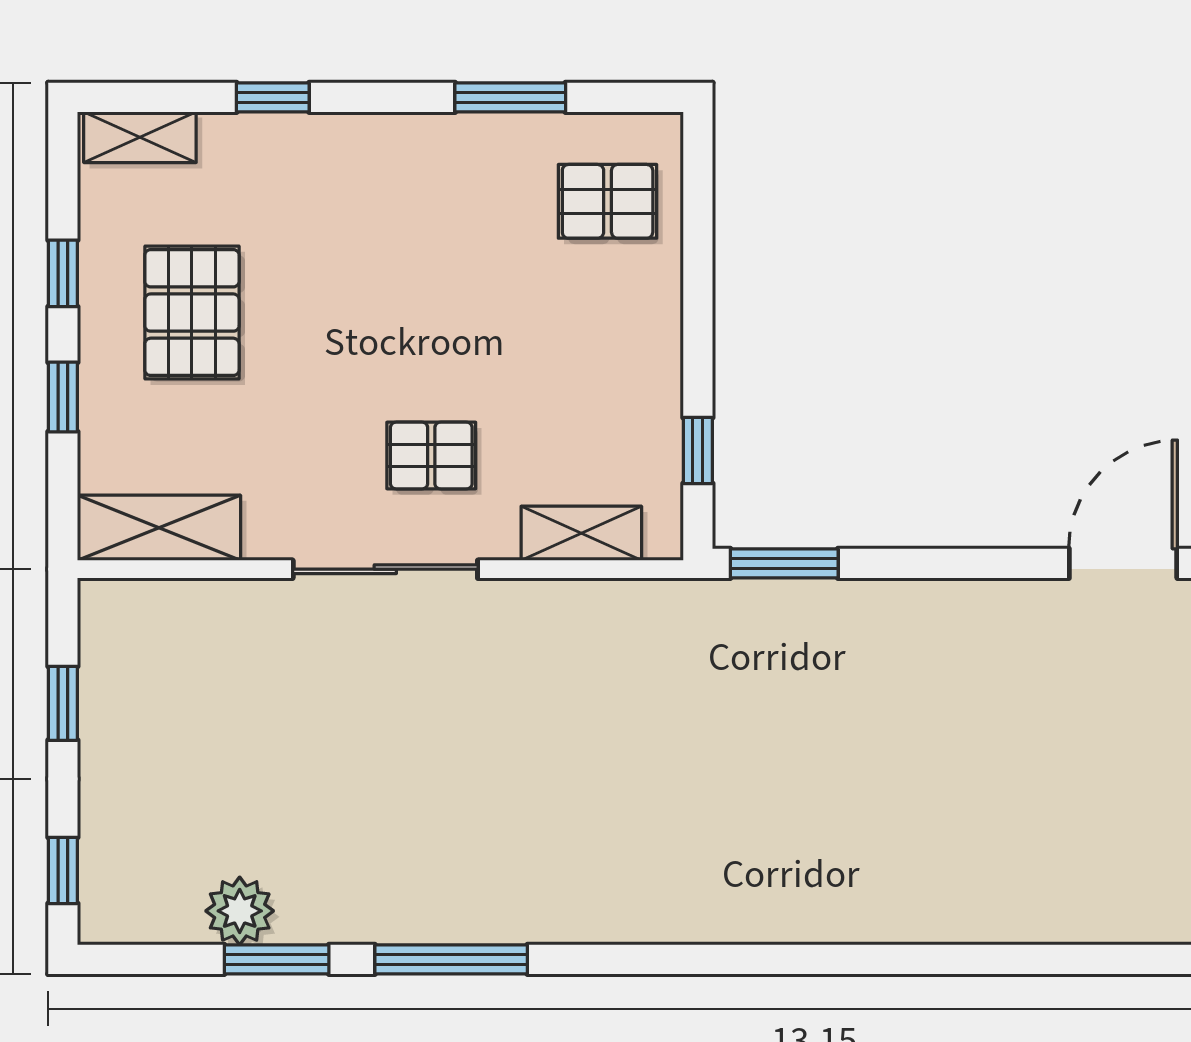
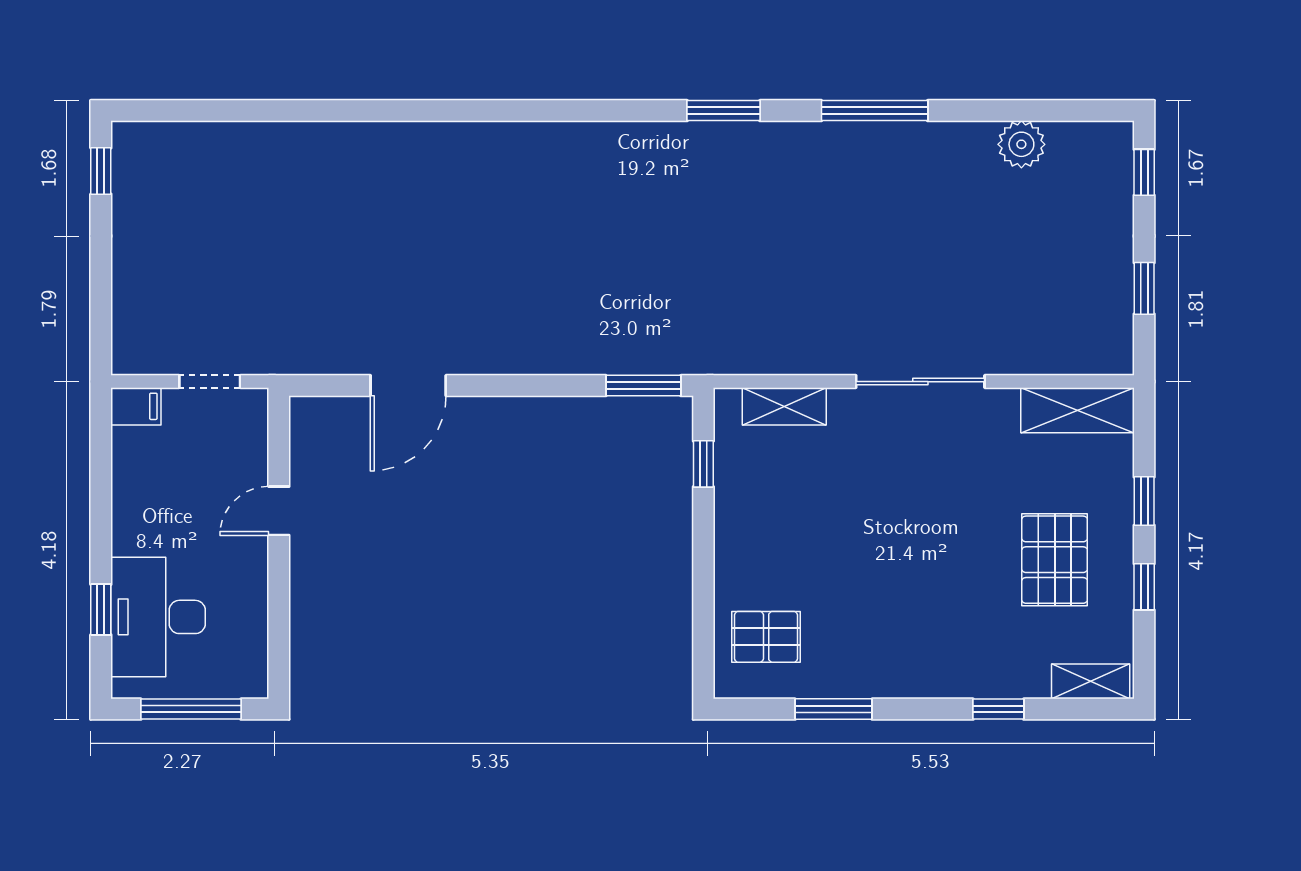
pallet: (431, 456) -> (888, 460), removed
window: (277, 959) -> (724, 111), moved

